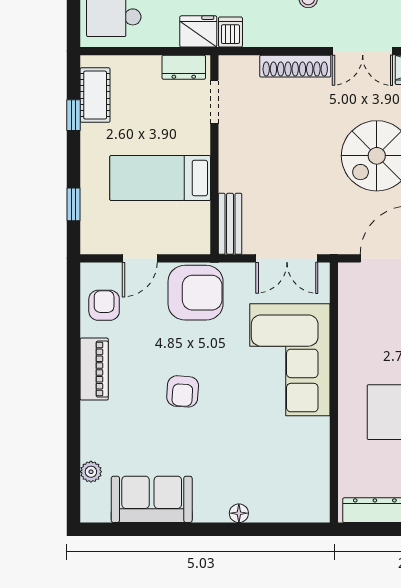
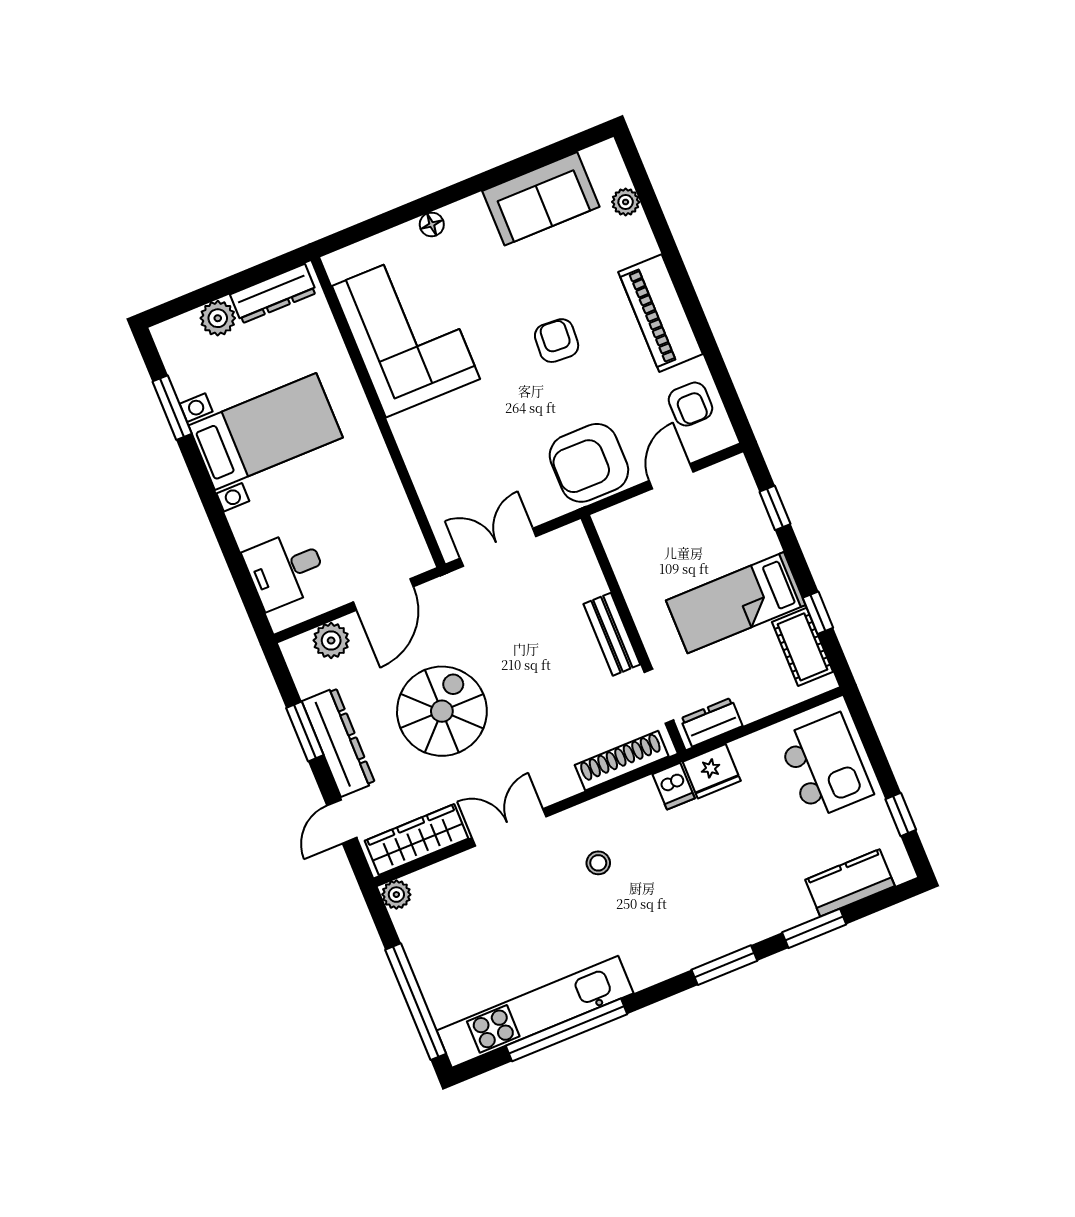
shoe rack: (295, 66) -> (622, 761), moved
bed: (160, 178) -> (736, 603), moved, turned 180
bench: (230, 224) -> (612, 634), moved
corner sofa: (290, 360) -> (406, 332), moved
piano: (94, 369) -> (660, 313), width x1.37, depth x1.33

